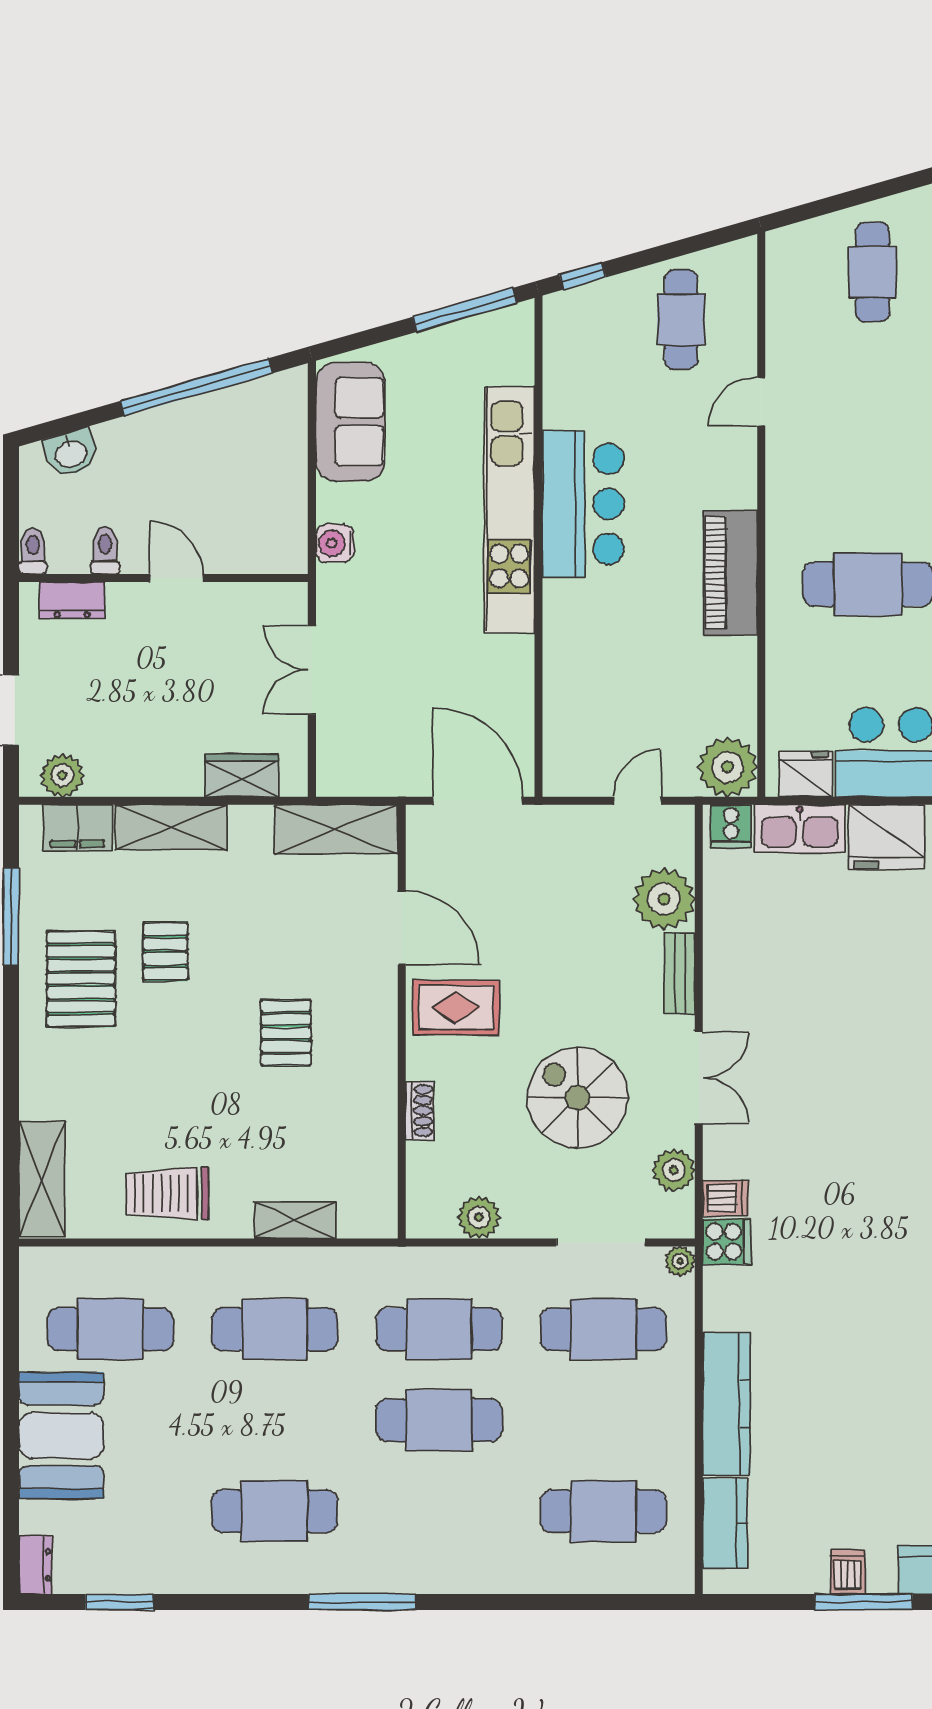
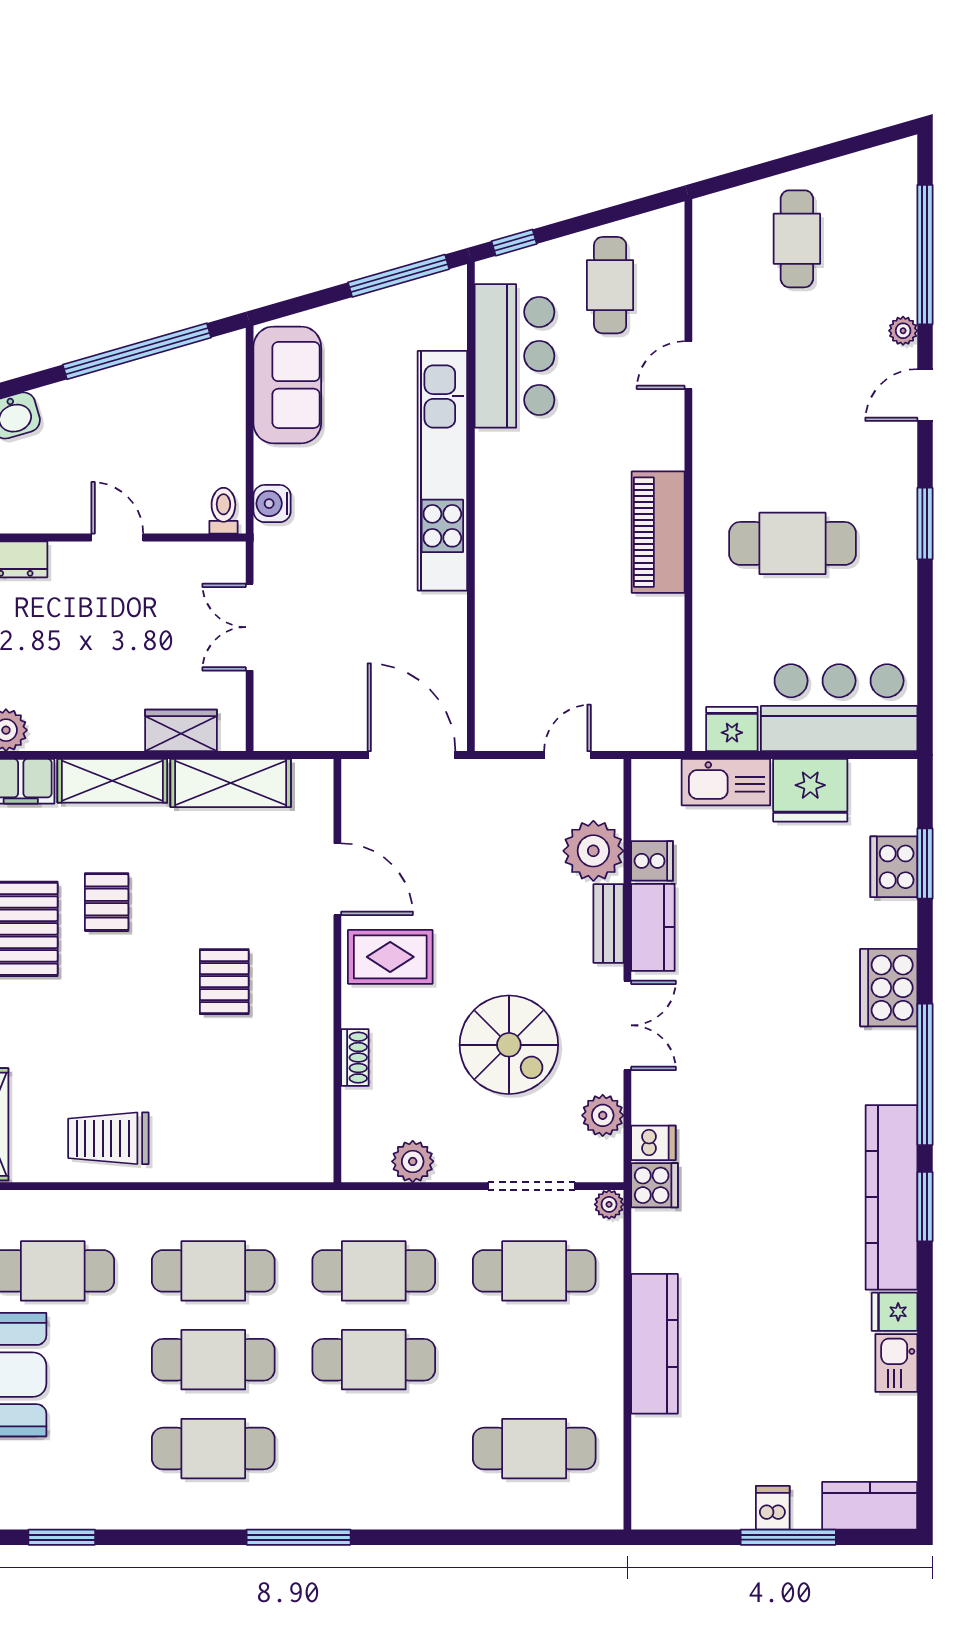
bar counter: (583, 504) -> (515, 356), moved
toilet: (105, 551) -> (223, 511), moved
plant: (728, 767) -> (655, 722), removed
cooker: (731, 826) -> (652, 861), moved, turned -90
shelving: (336, 829) -> (231, 783), moved
spiral stairs: (577, 1098) -> (509, 1045), turned 180
shelving: (295, 1220) -> (233, 1164), removed
cafe table: (275, 1420) -> (213, 1360), added
kitchen counter: (725, 1523) -> (653, 927), moved

